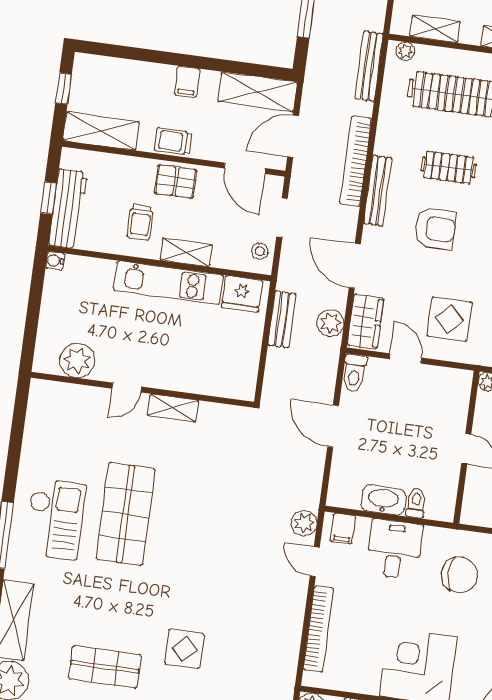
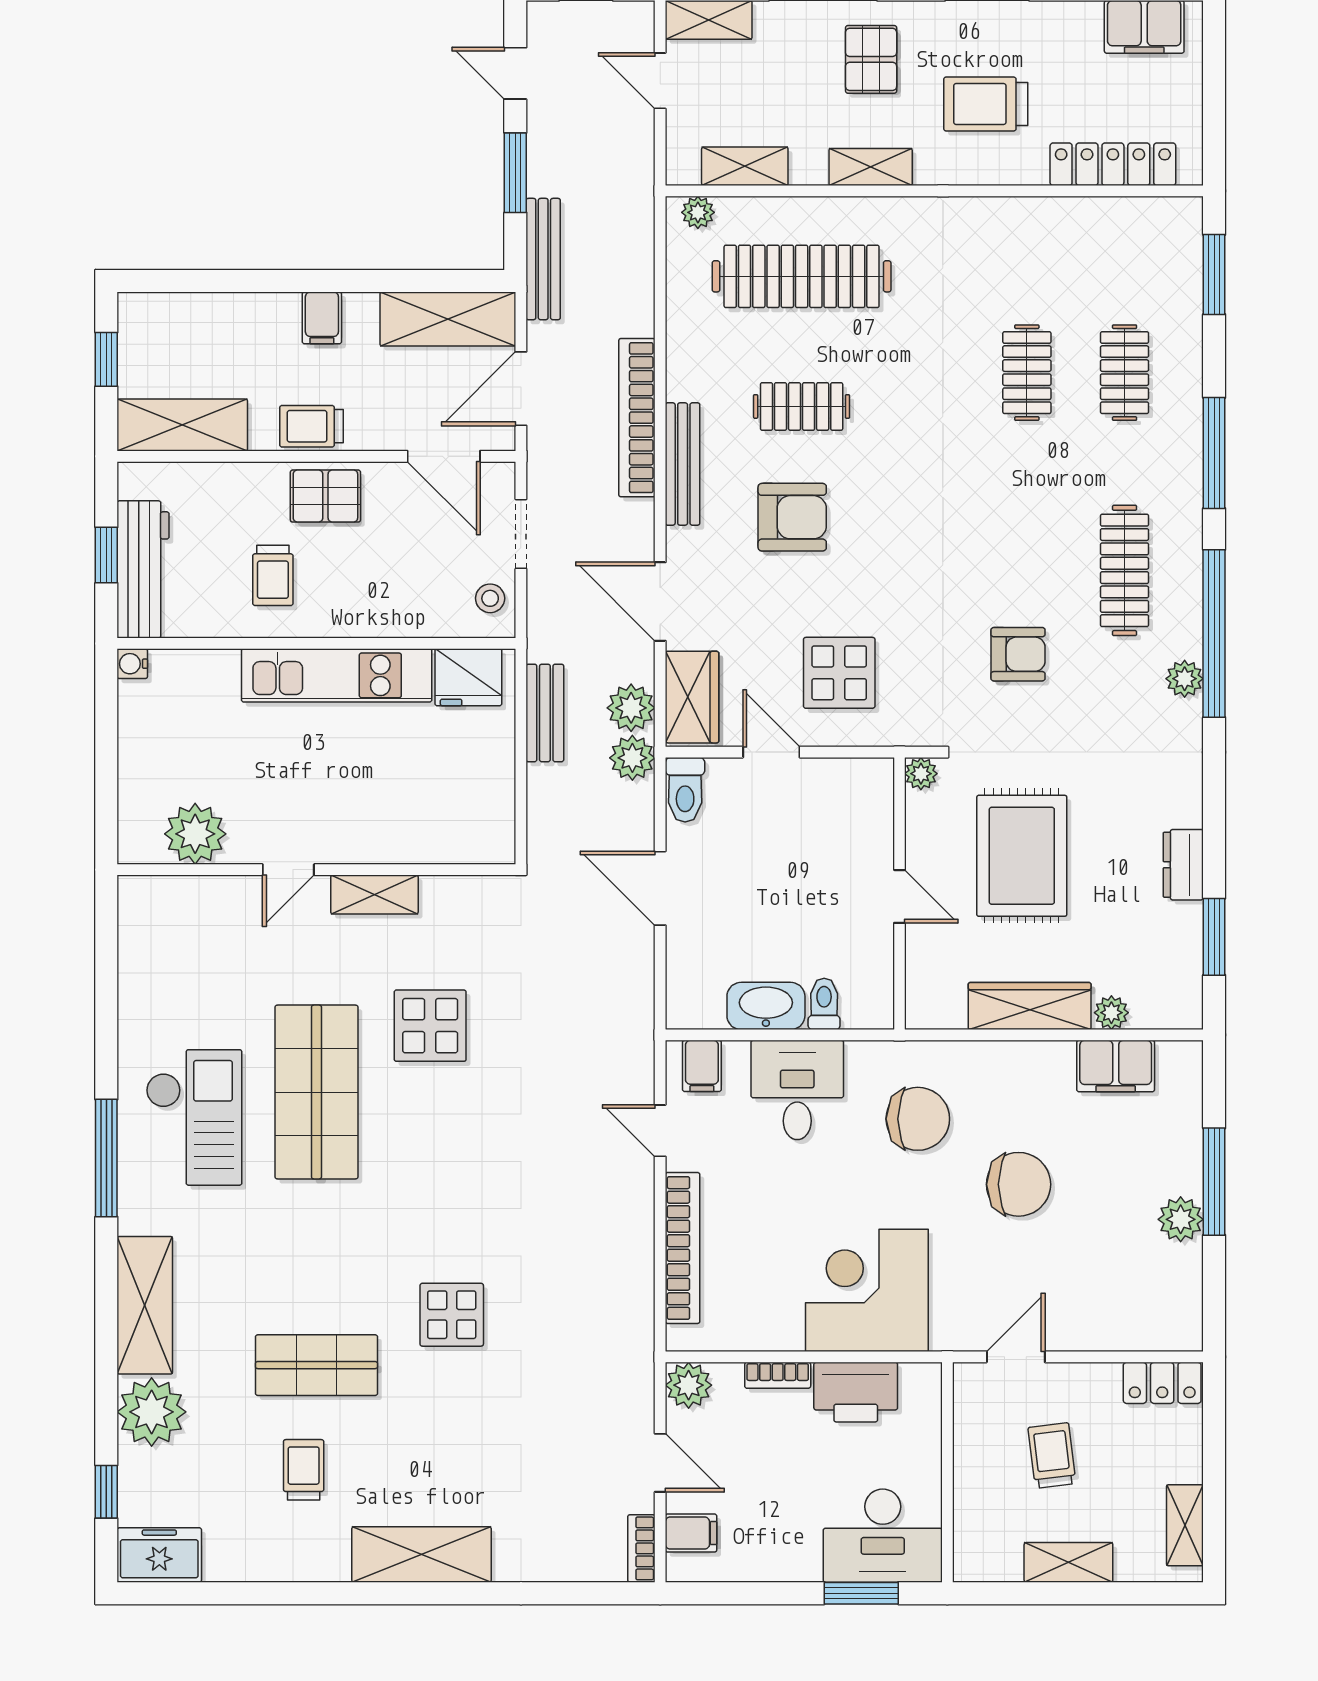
bench: (369, 66) -> (543, 259), moved
shelving: (186, 253) -> (361, 618), removed
display table: (194, 486) -> (430, 1026), added
plant: (304, 523) -> (632, 758), moved

